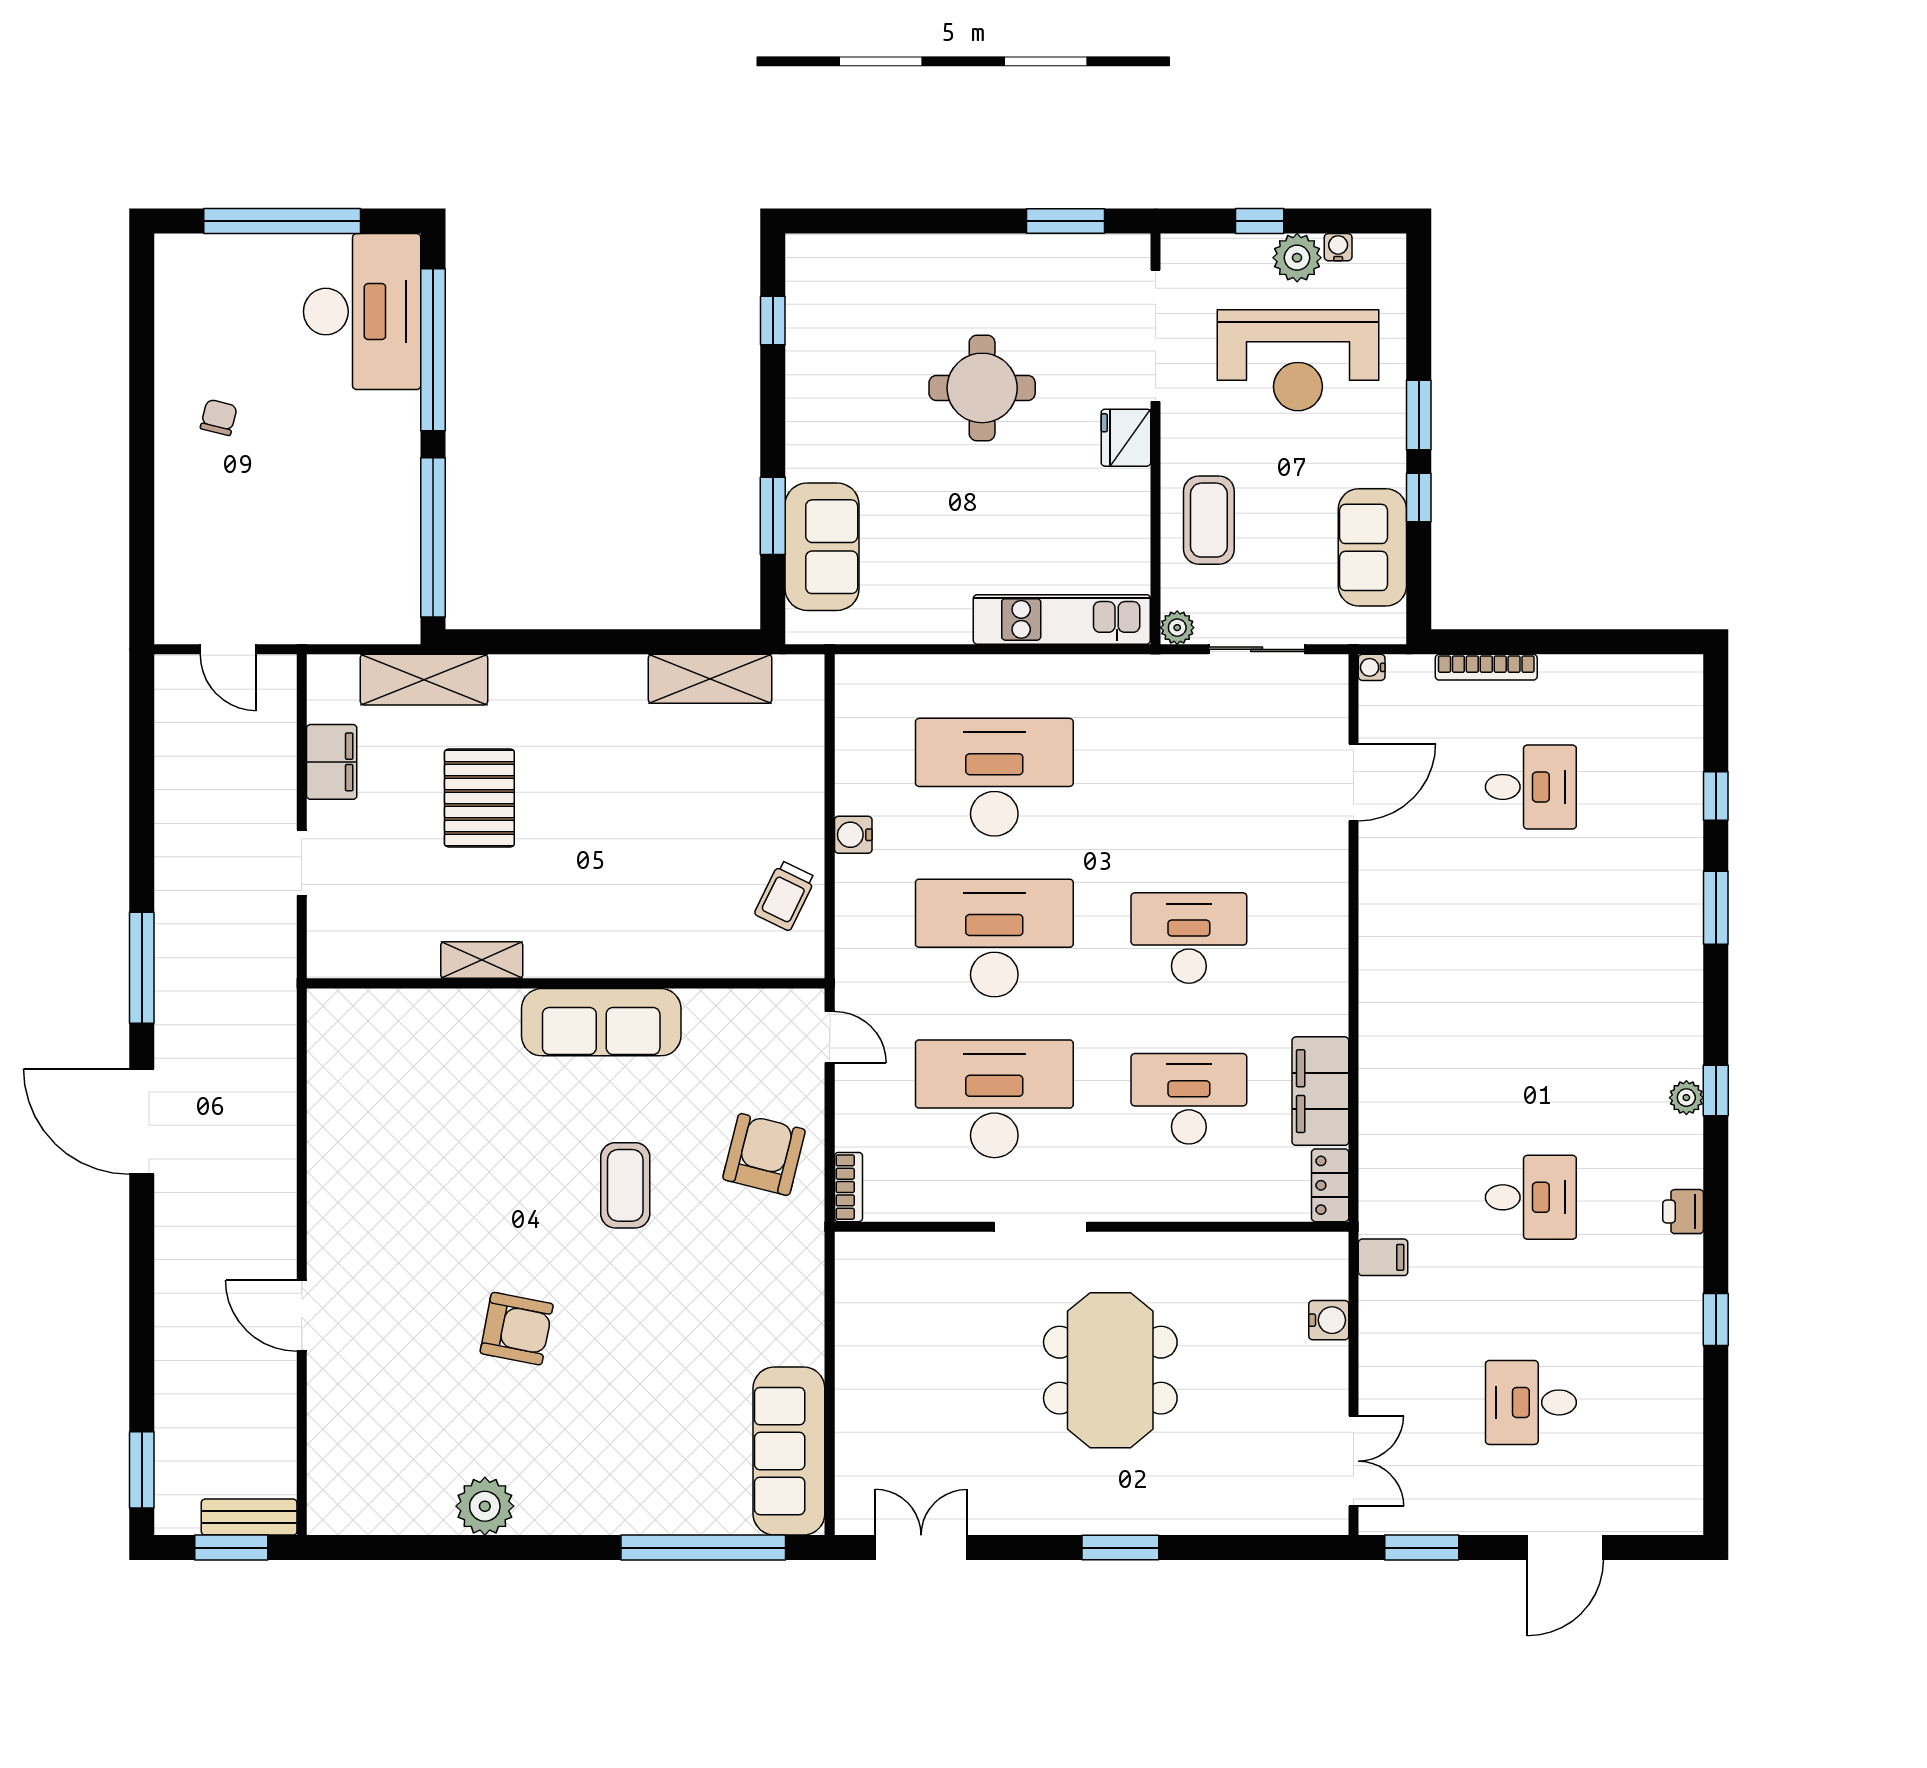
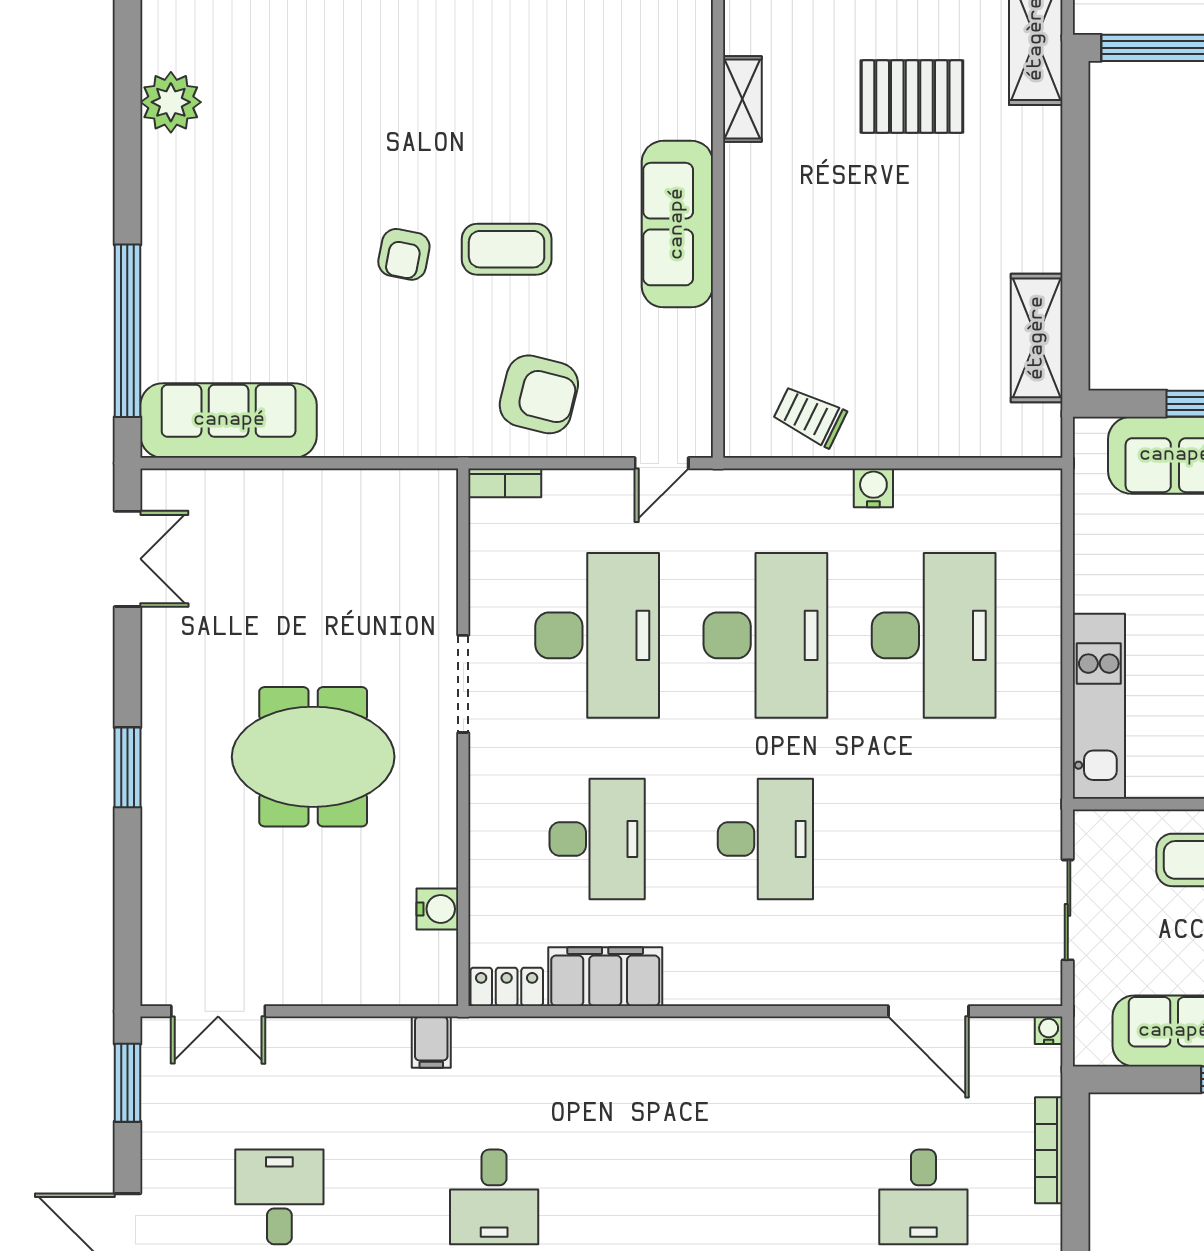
plant: (1177, 628) -> (1090, 827), removed
water cooler: (1329, 1320) -> (437, 909), moved, turned -90
armchair: (517, 1329) -> (404, 254), moved, width x0.72, depth x0.72

